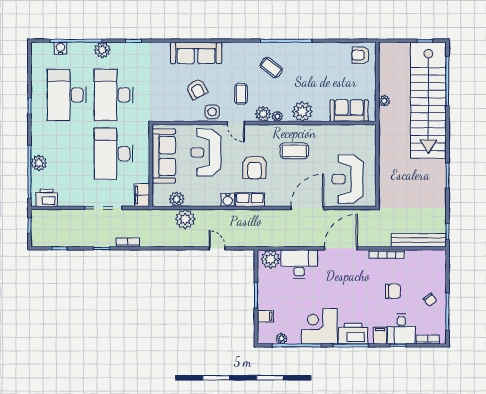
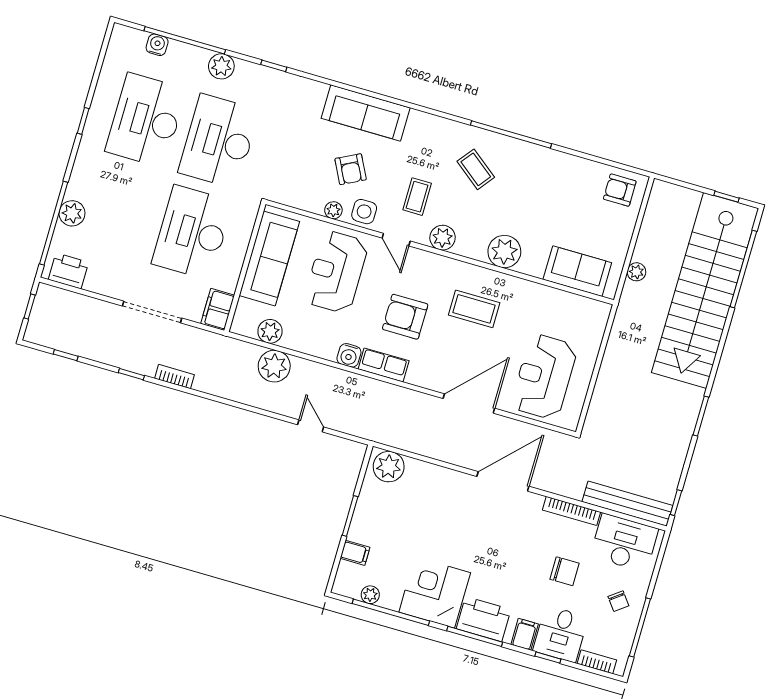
plant: (277, 116) -> (333, 210), moved
armchair: (255, 167) -> (405, 317), turned 90
desk: (299, 264) -> (624, 543), moved

